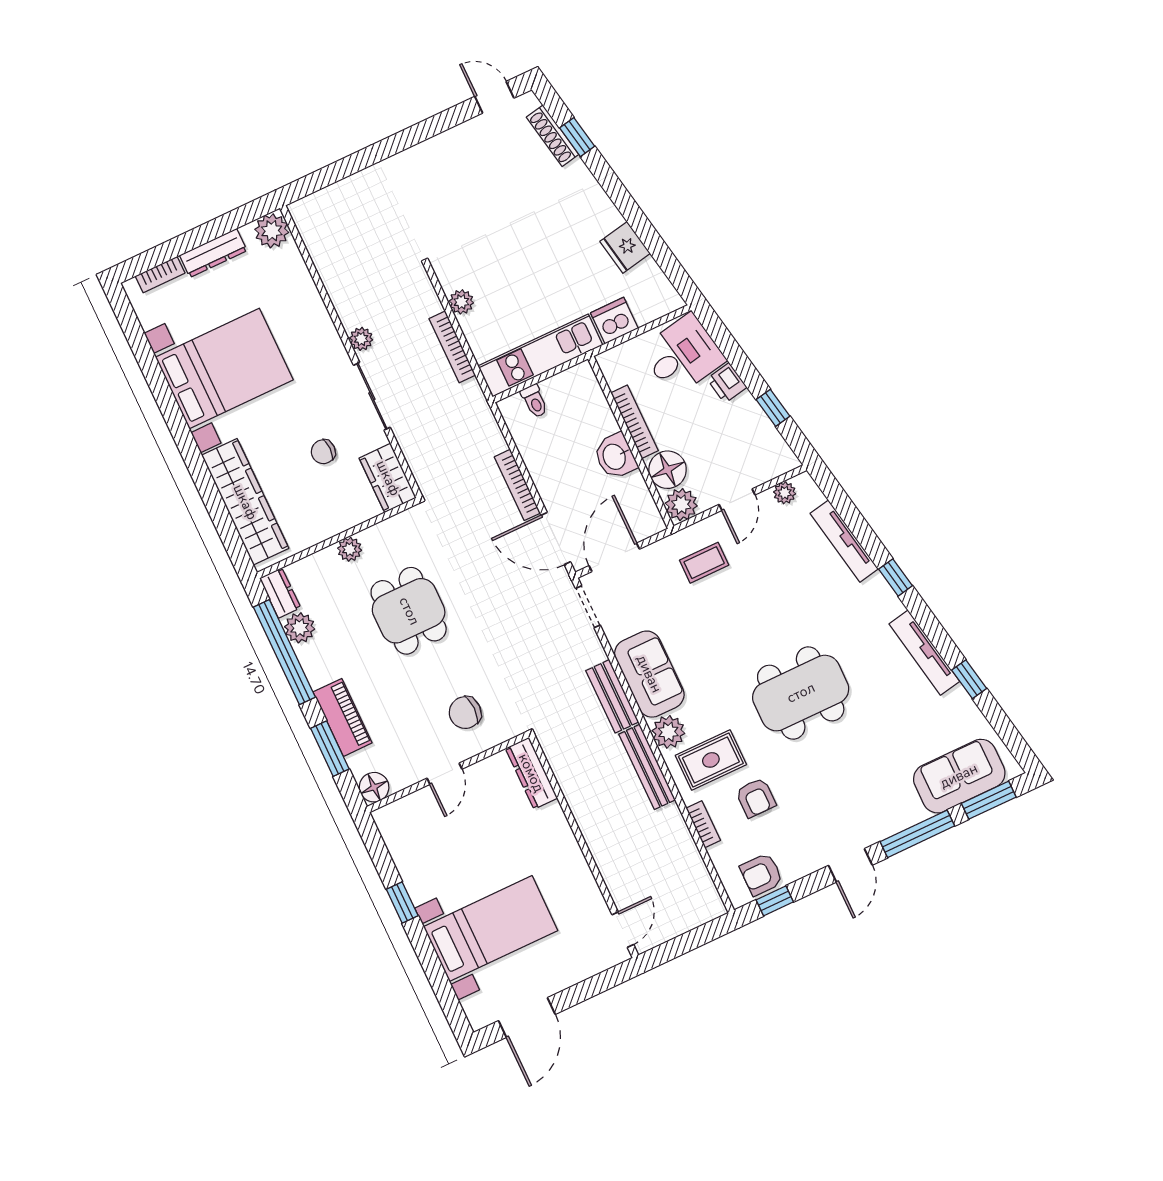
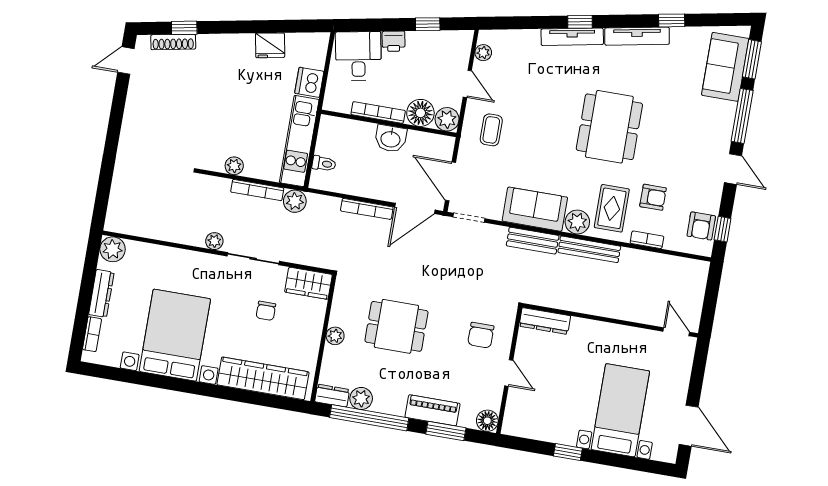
plant: (469, 398) -> (295, 201), added
tv unit: (844, 541) -> (572, 37), moved

